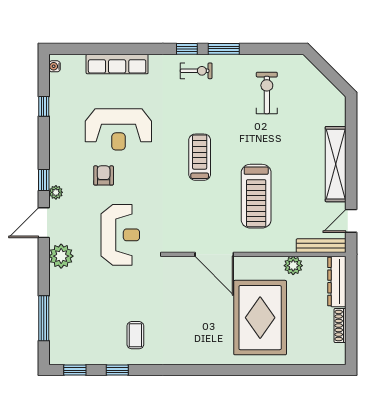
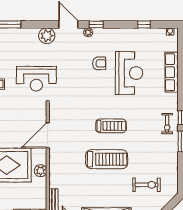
exercise bike: (267, 93) -> (147, 185), moved
reception desk: (118, 129) -> (129, 73), turned 180
treadmill: (256, 196) -> (107, 159), moved, turned 180
reception desk: (120, 235) -> (36, 79), moved
plant: (293, 266) -> (41, 171), moved

